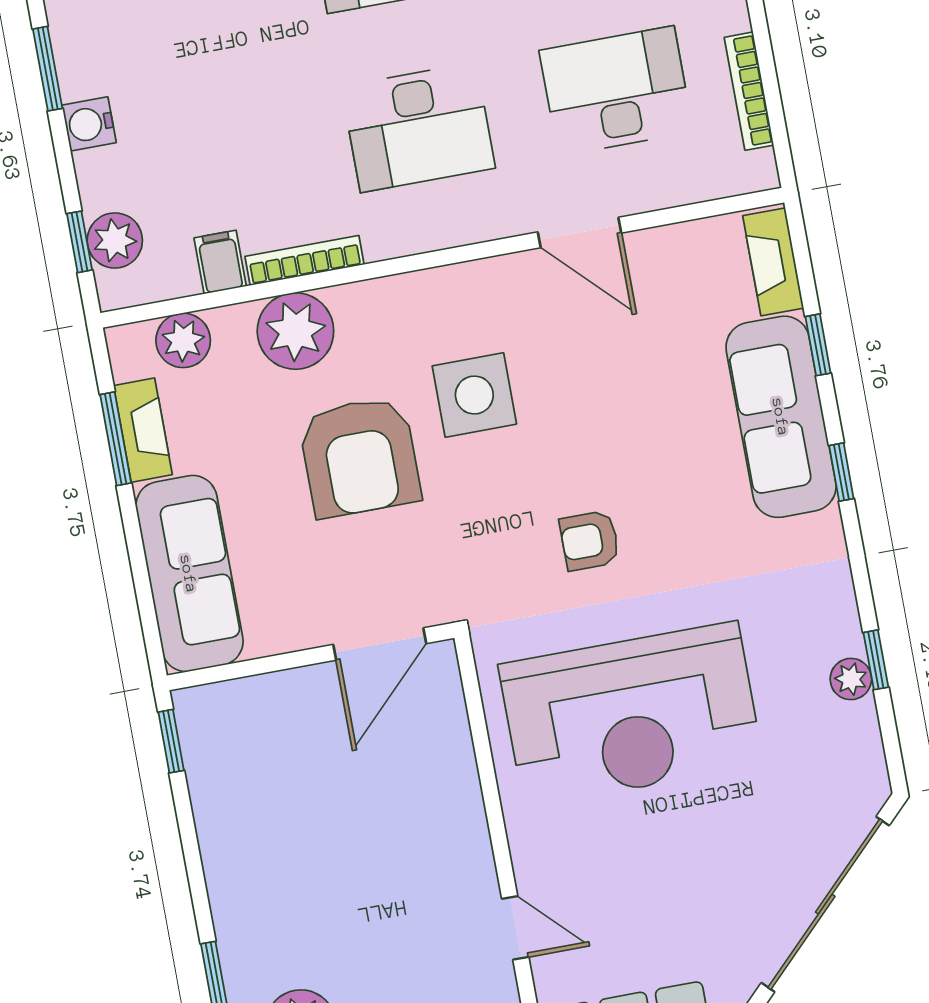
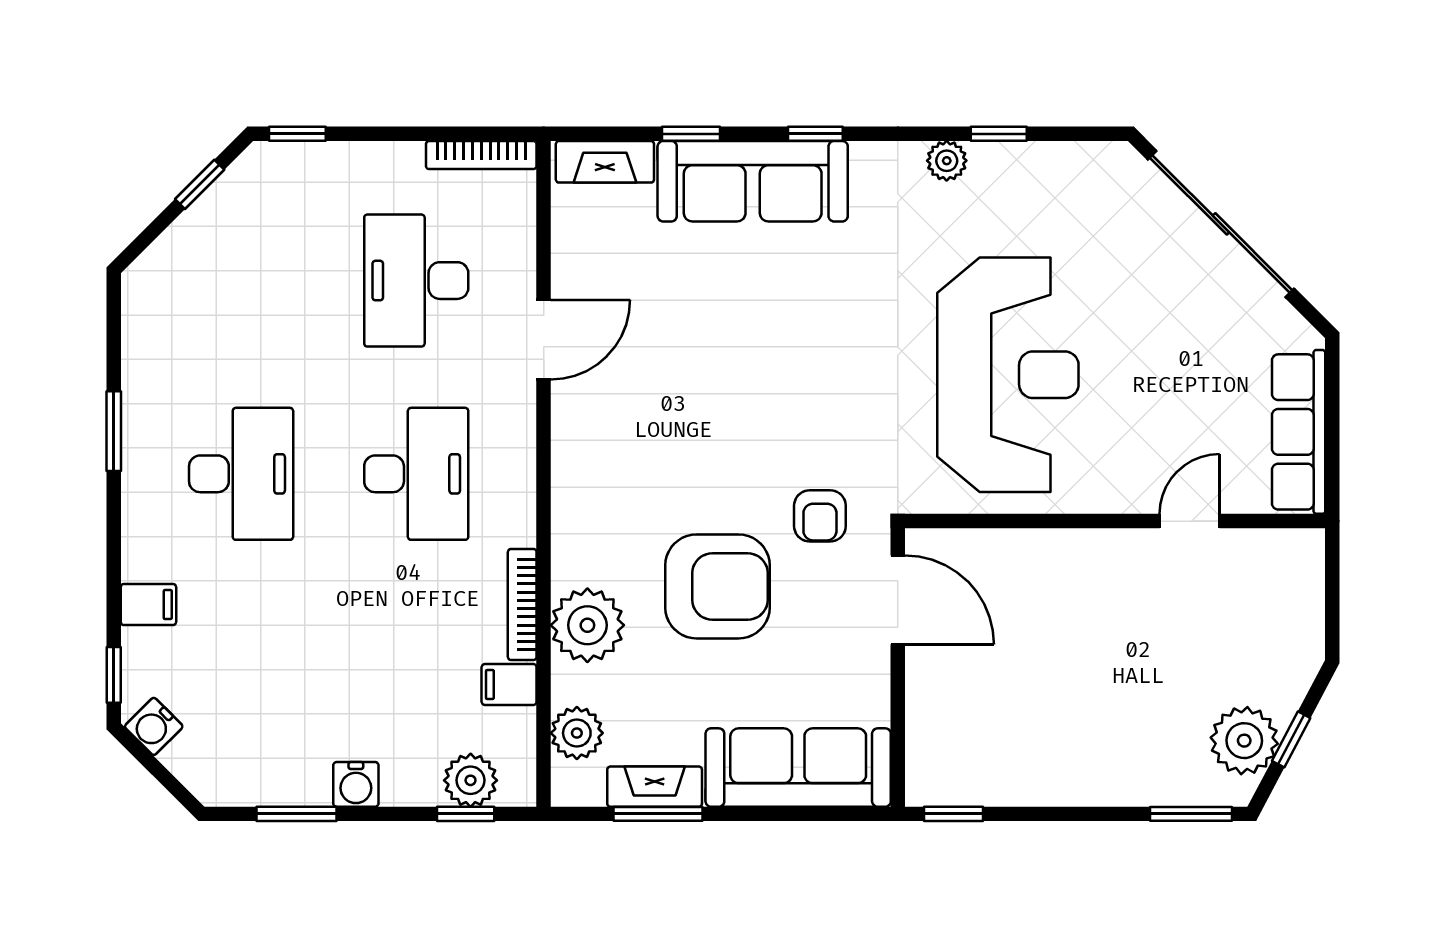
bookcase: (749, 91) -> (481, 155), moved
side table: (474, 395) -> (679, 467), removed
armchair: (590, 541) -> (820, 516), moved
plant: (851, 679) -> (947, 161), moved

